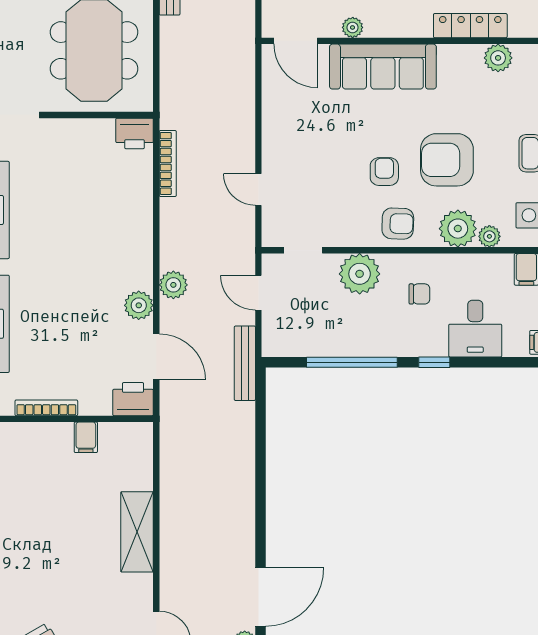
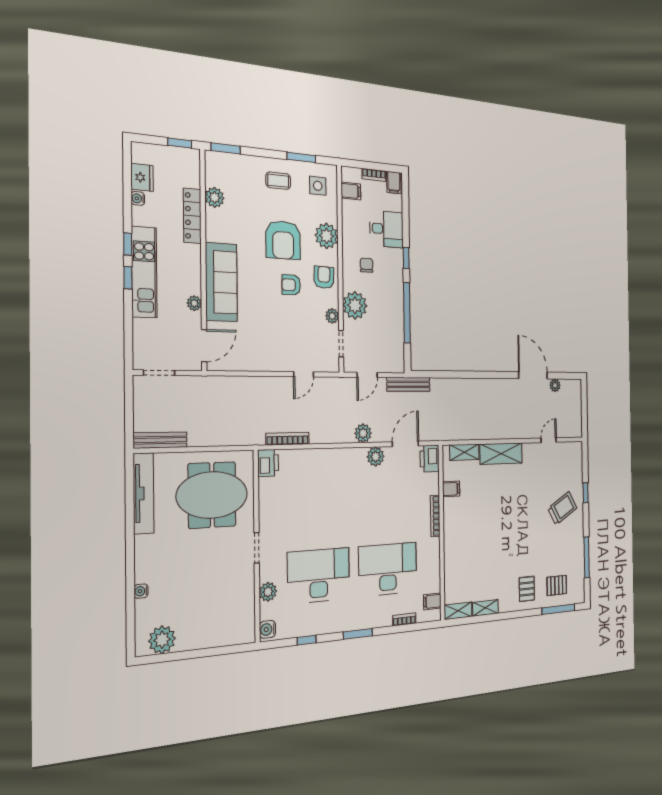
plant: (489, 236) -> (332, 316), moved
shelving: (141, 463) -> (464, 452), added

